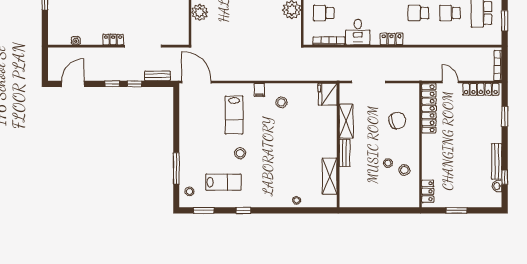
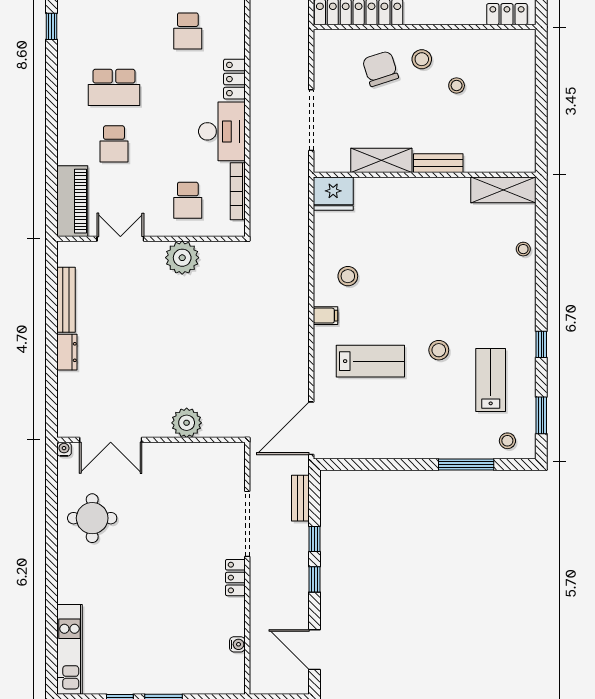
desk: (358, 32) -> (222, 131), width x1.37
stool: (404, 170) -> (422, 59), moved
shelving: (330, 176) -> (503, 190), moved

